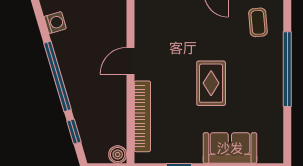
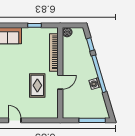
washing machine: (55, 23) -> (95, 84), moved
rug: (211, 83) -> (37, 85), moved

